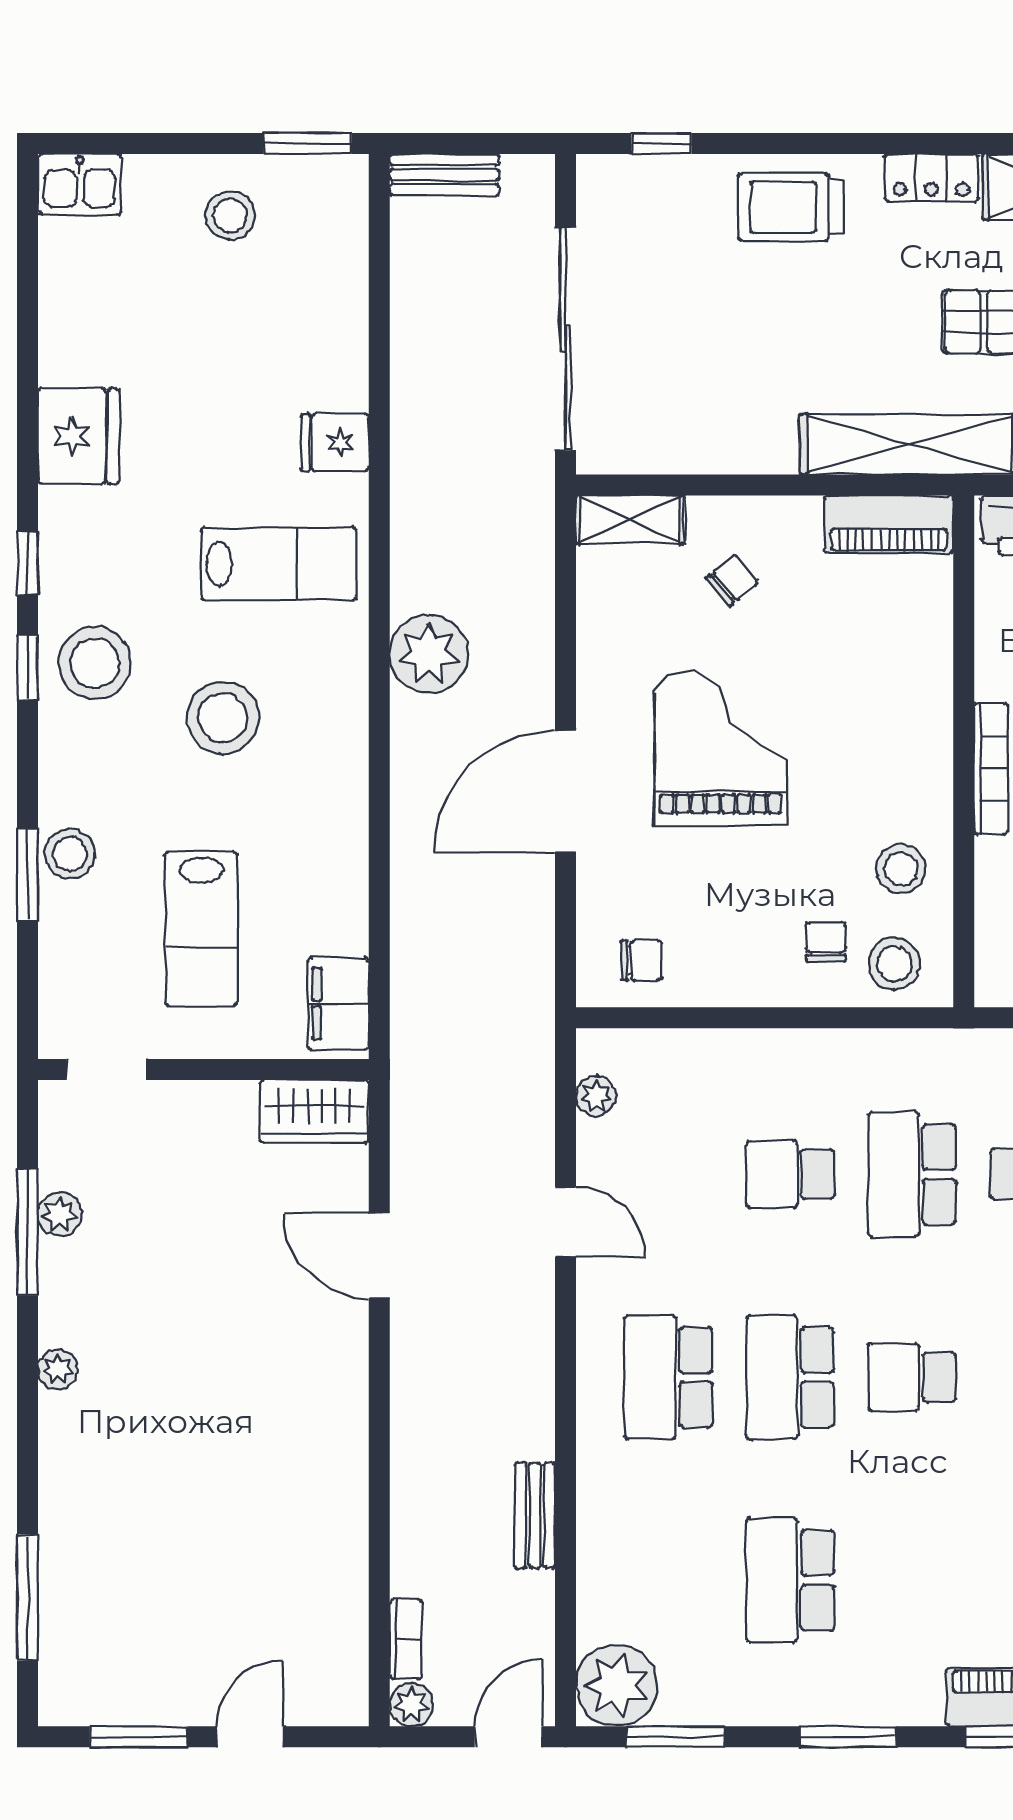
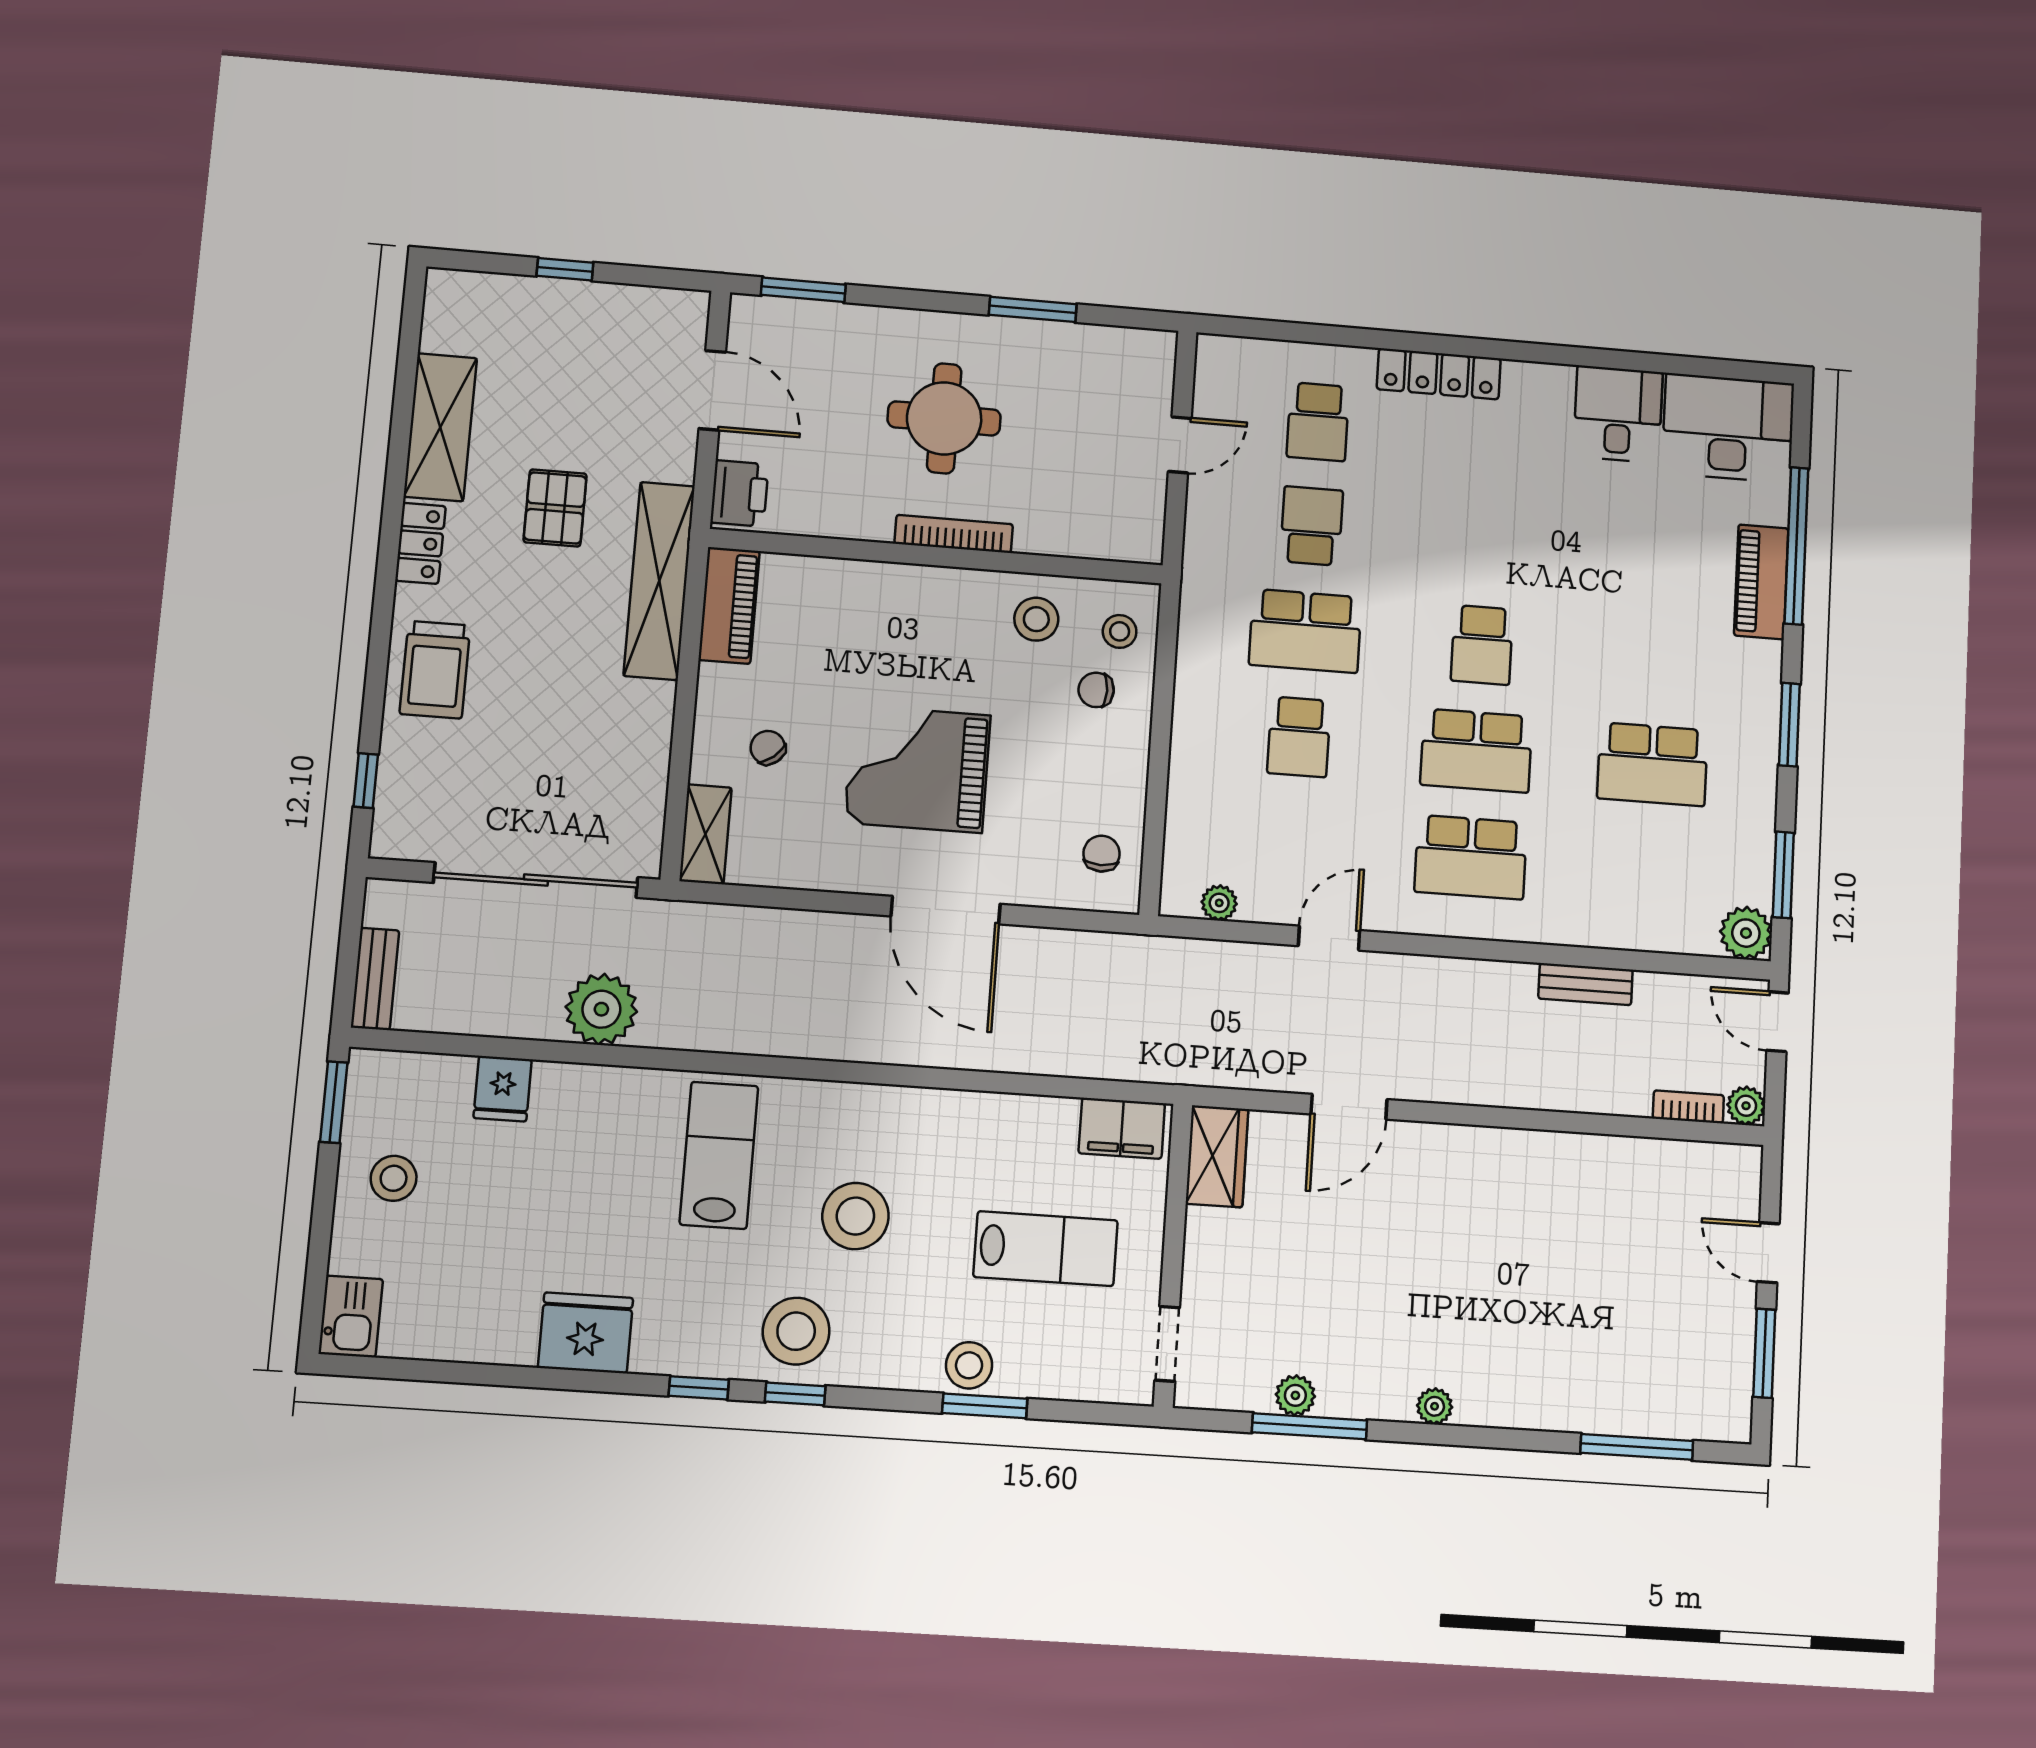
fridge: (335, 442) -> (503, 1089), moved
plant: (429, 654) -> (601, 1009), moved
stool: (895, 964) -> (1120, 631), width x0.73, depth x0.73
plant: (617, 1685) -> (1746, 933), width x0.73, depth x0.73

